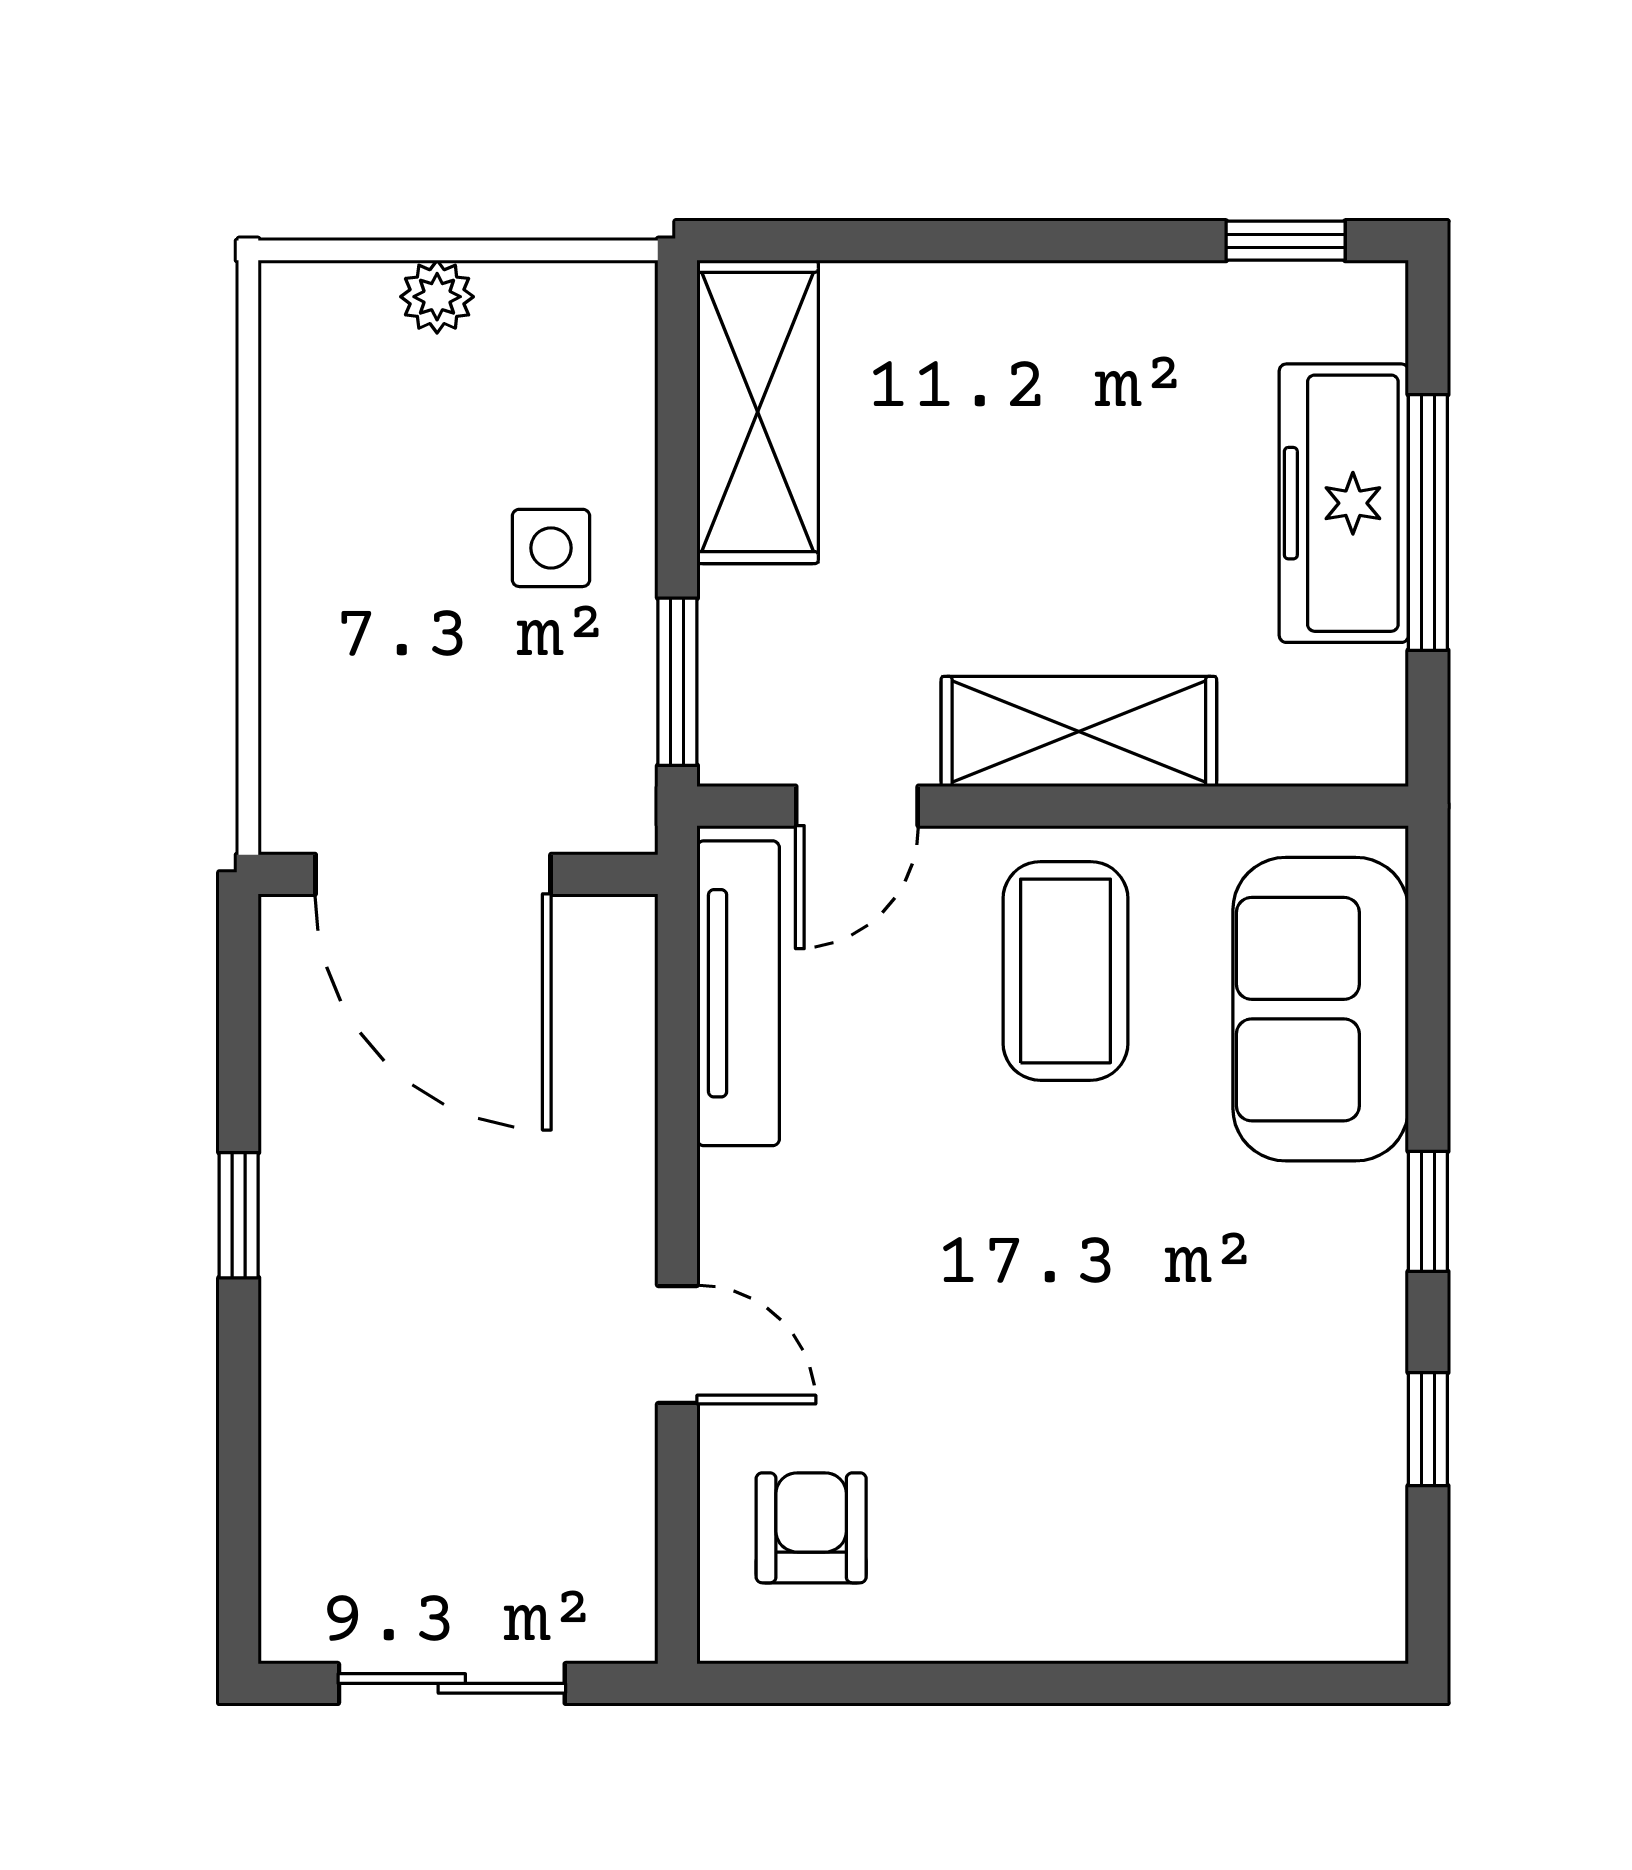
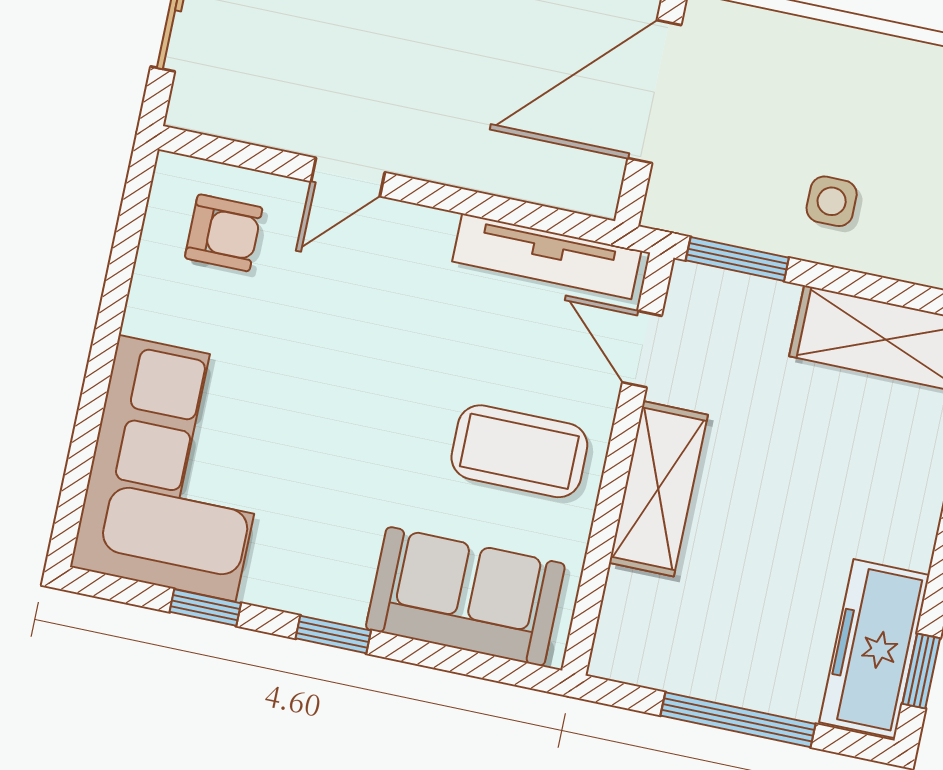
freezer: (1344, 503) -> (874, 649), moved, turned -90
corner sofa: (1211, 1523) -> (177, 468), added

